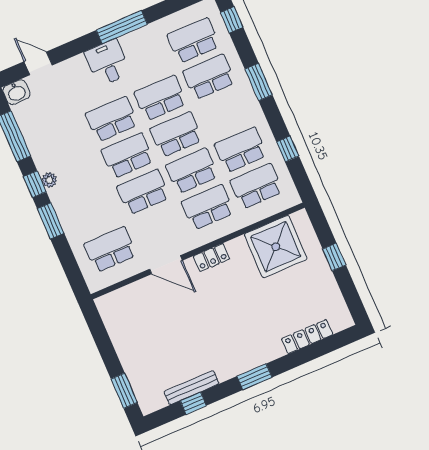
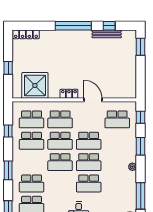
school desk: (160, 98) -> (60, 183), removed
window: (35, 184) -> (141, 117), moved
locker: (307, 337) -> (26, 34), moved
window: (254, 377) -> (73, 26), width x2.11

